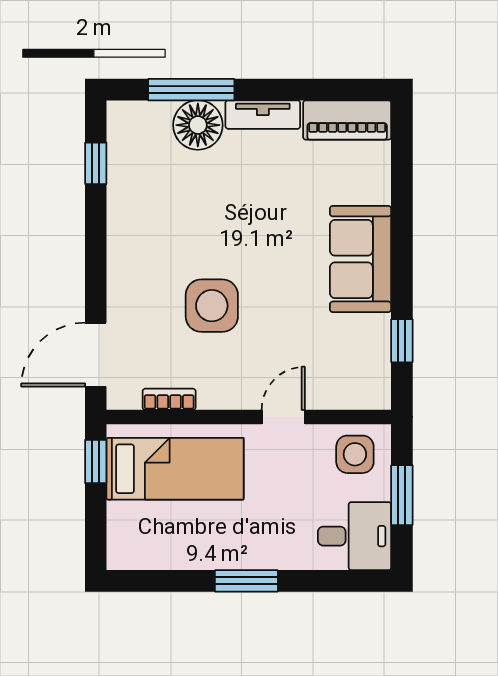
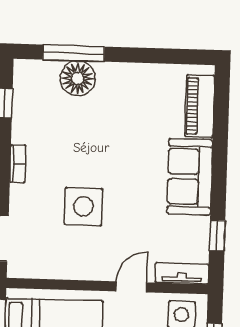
tv unit: (263, 115) -> (182, 273), moved, turned 180
piano: (347, 120) -> (200, 106), moved, turned 90
bookcase: (169, 399) -> (18, 164), moved, turned 90

